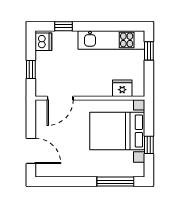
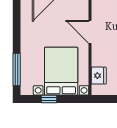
door: (60, 98) -> (90, 32), moved

